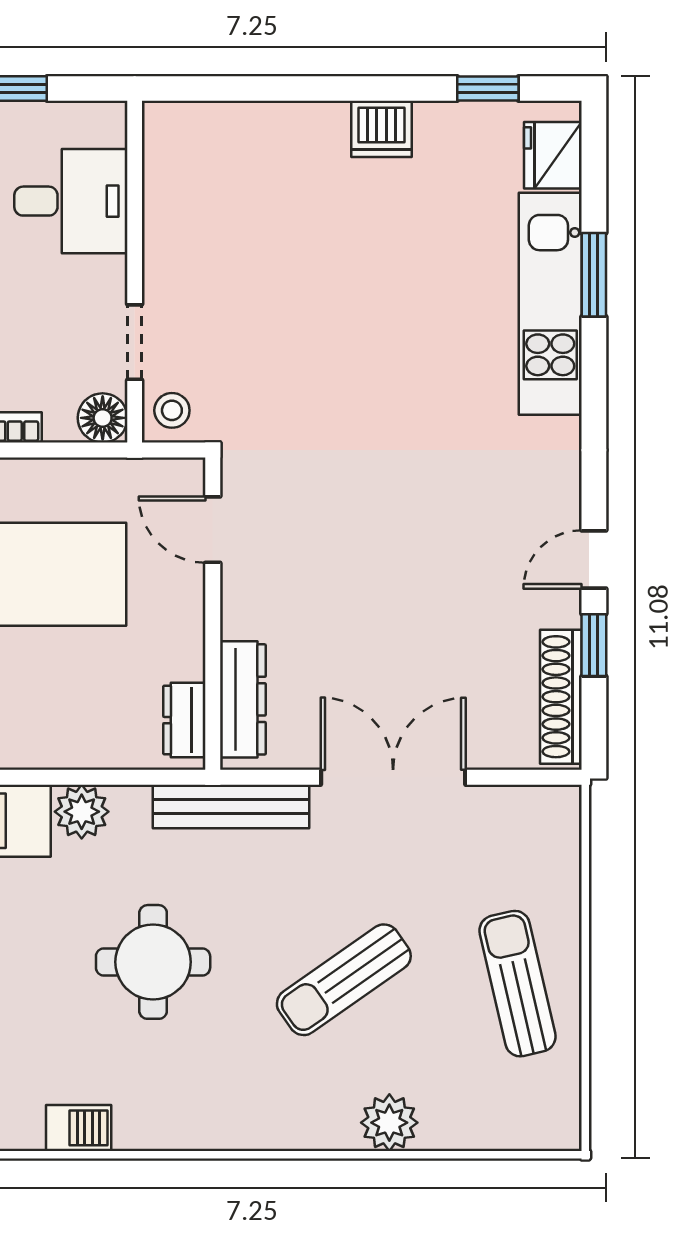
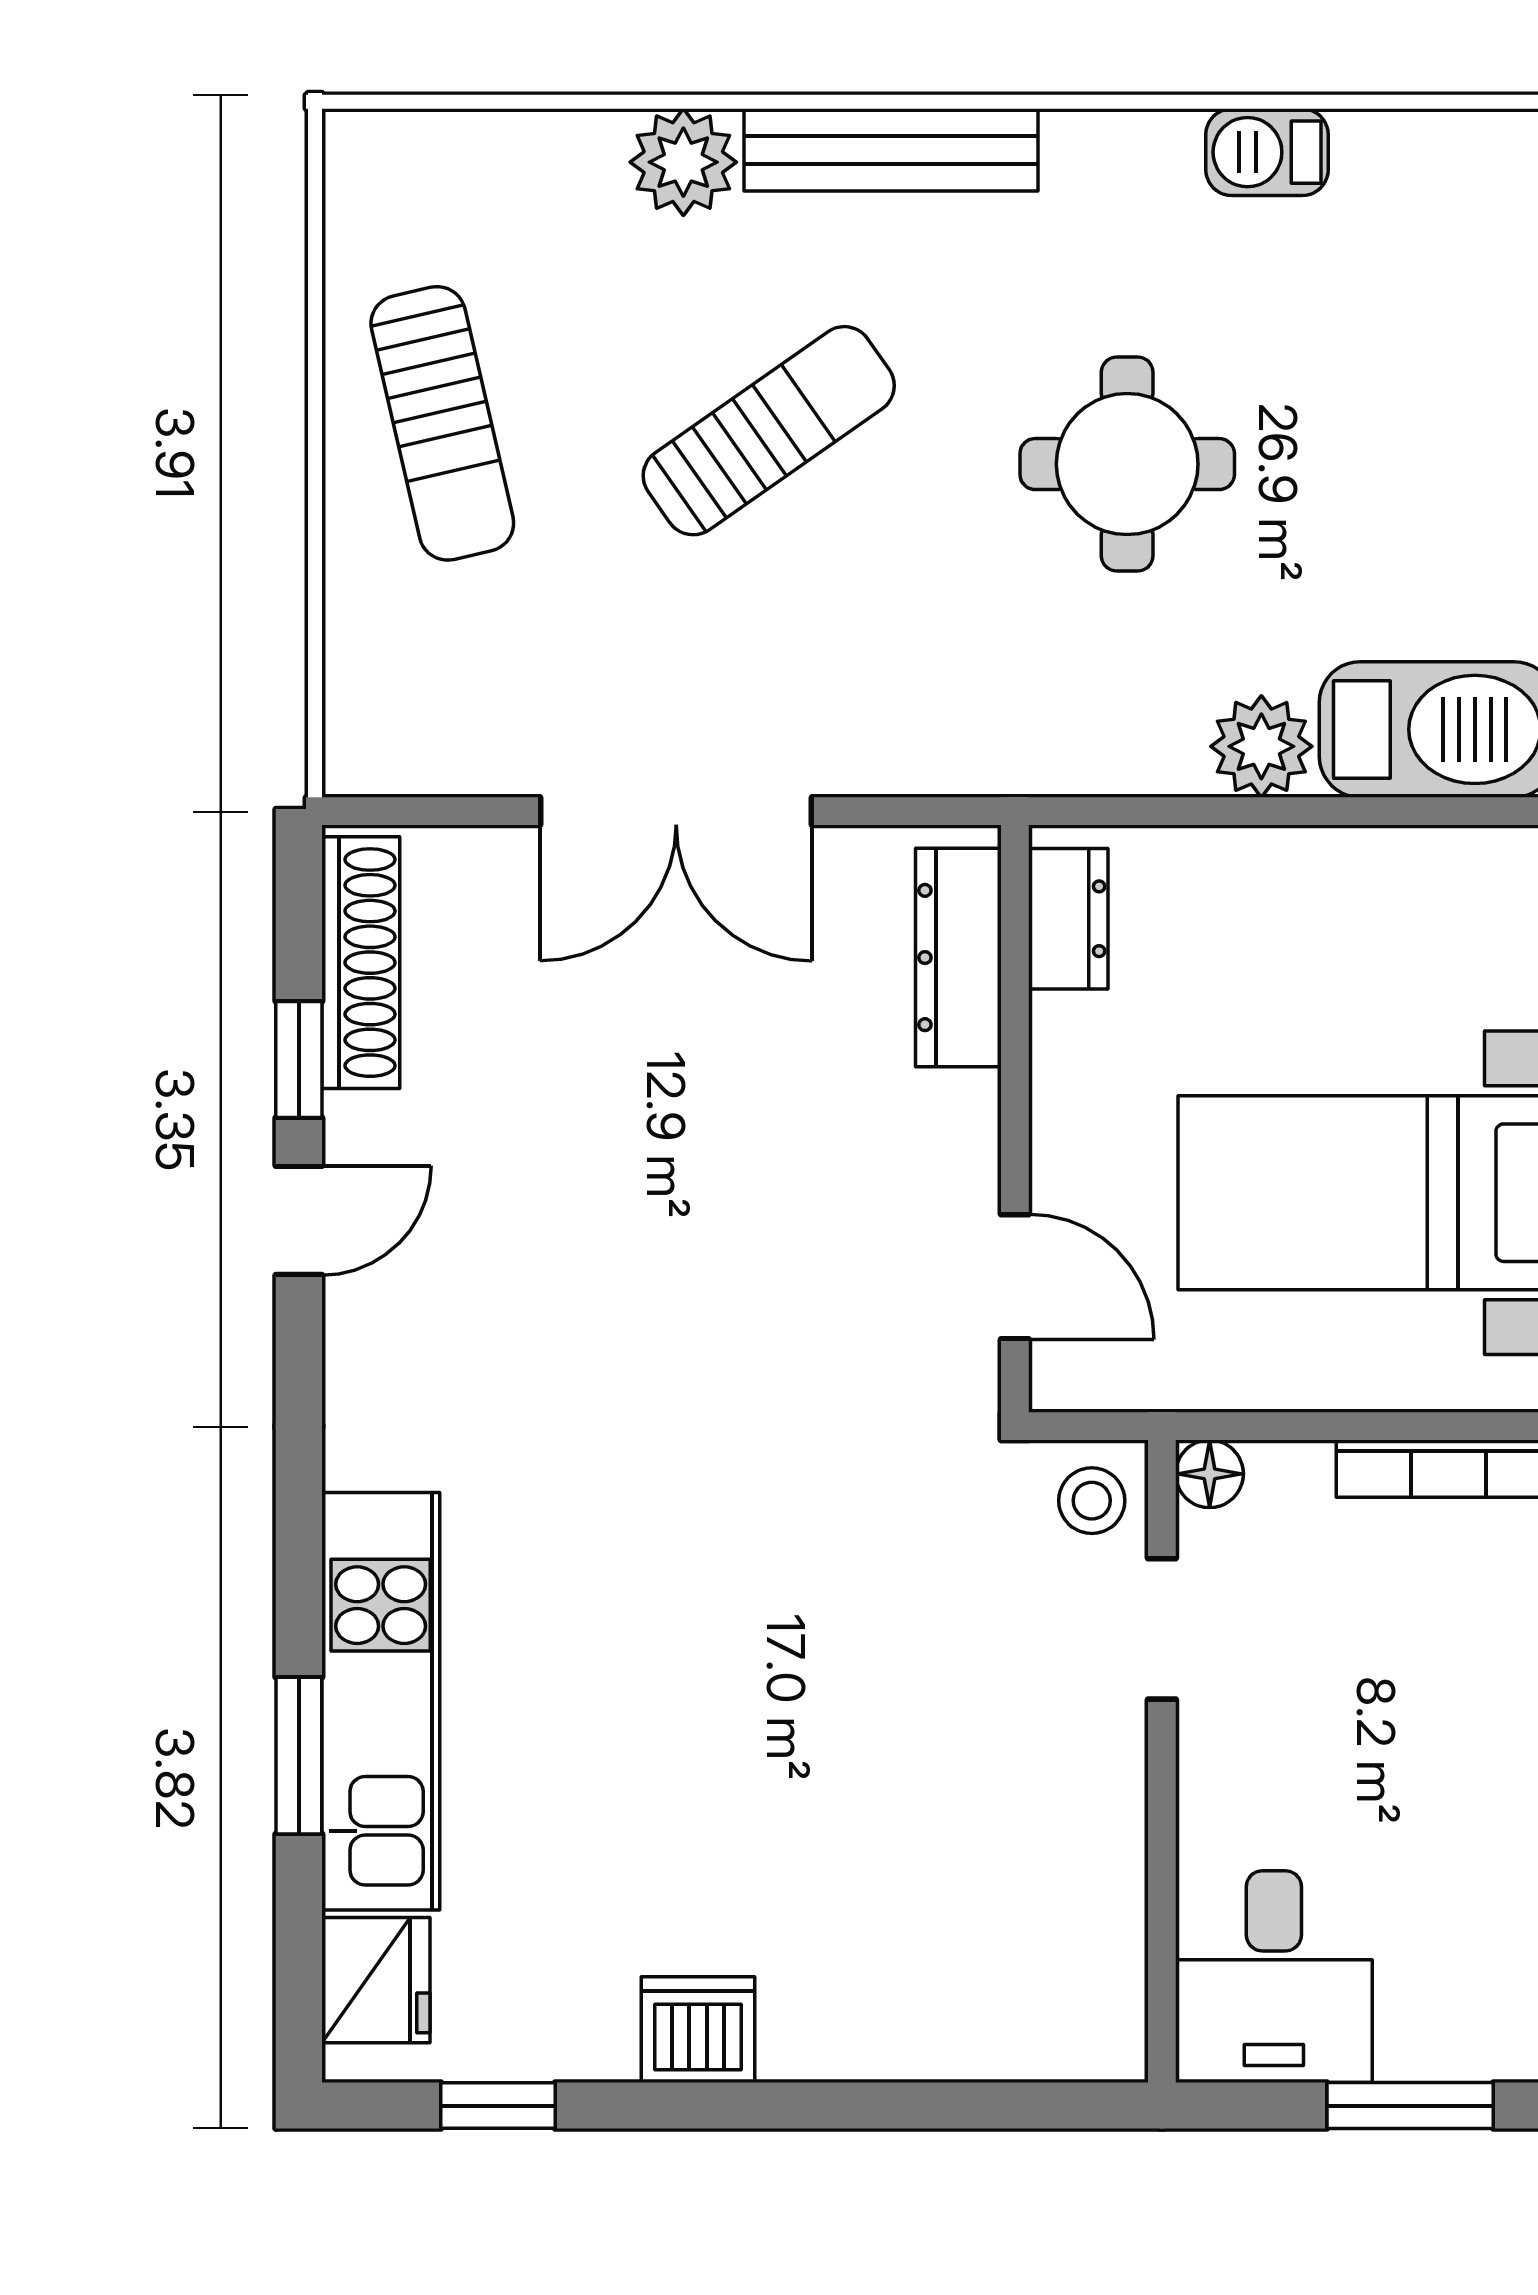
desk: (71, 201) -> (1274, 1977), moved, turned -90
floor lamp: (103, 418) -> (1210, 1474), width x0.73, depth x0.73
bench: (231, 807) -> (891, 150), moved

